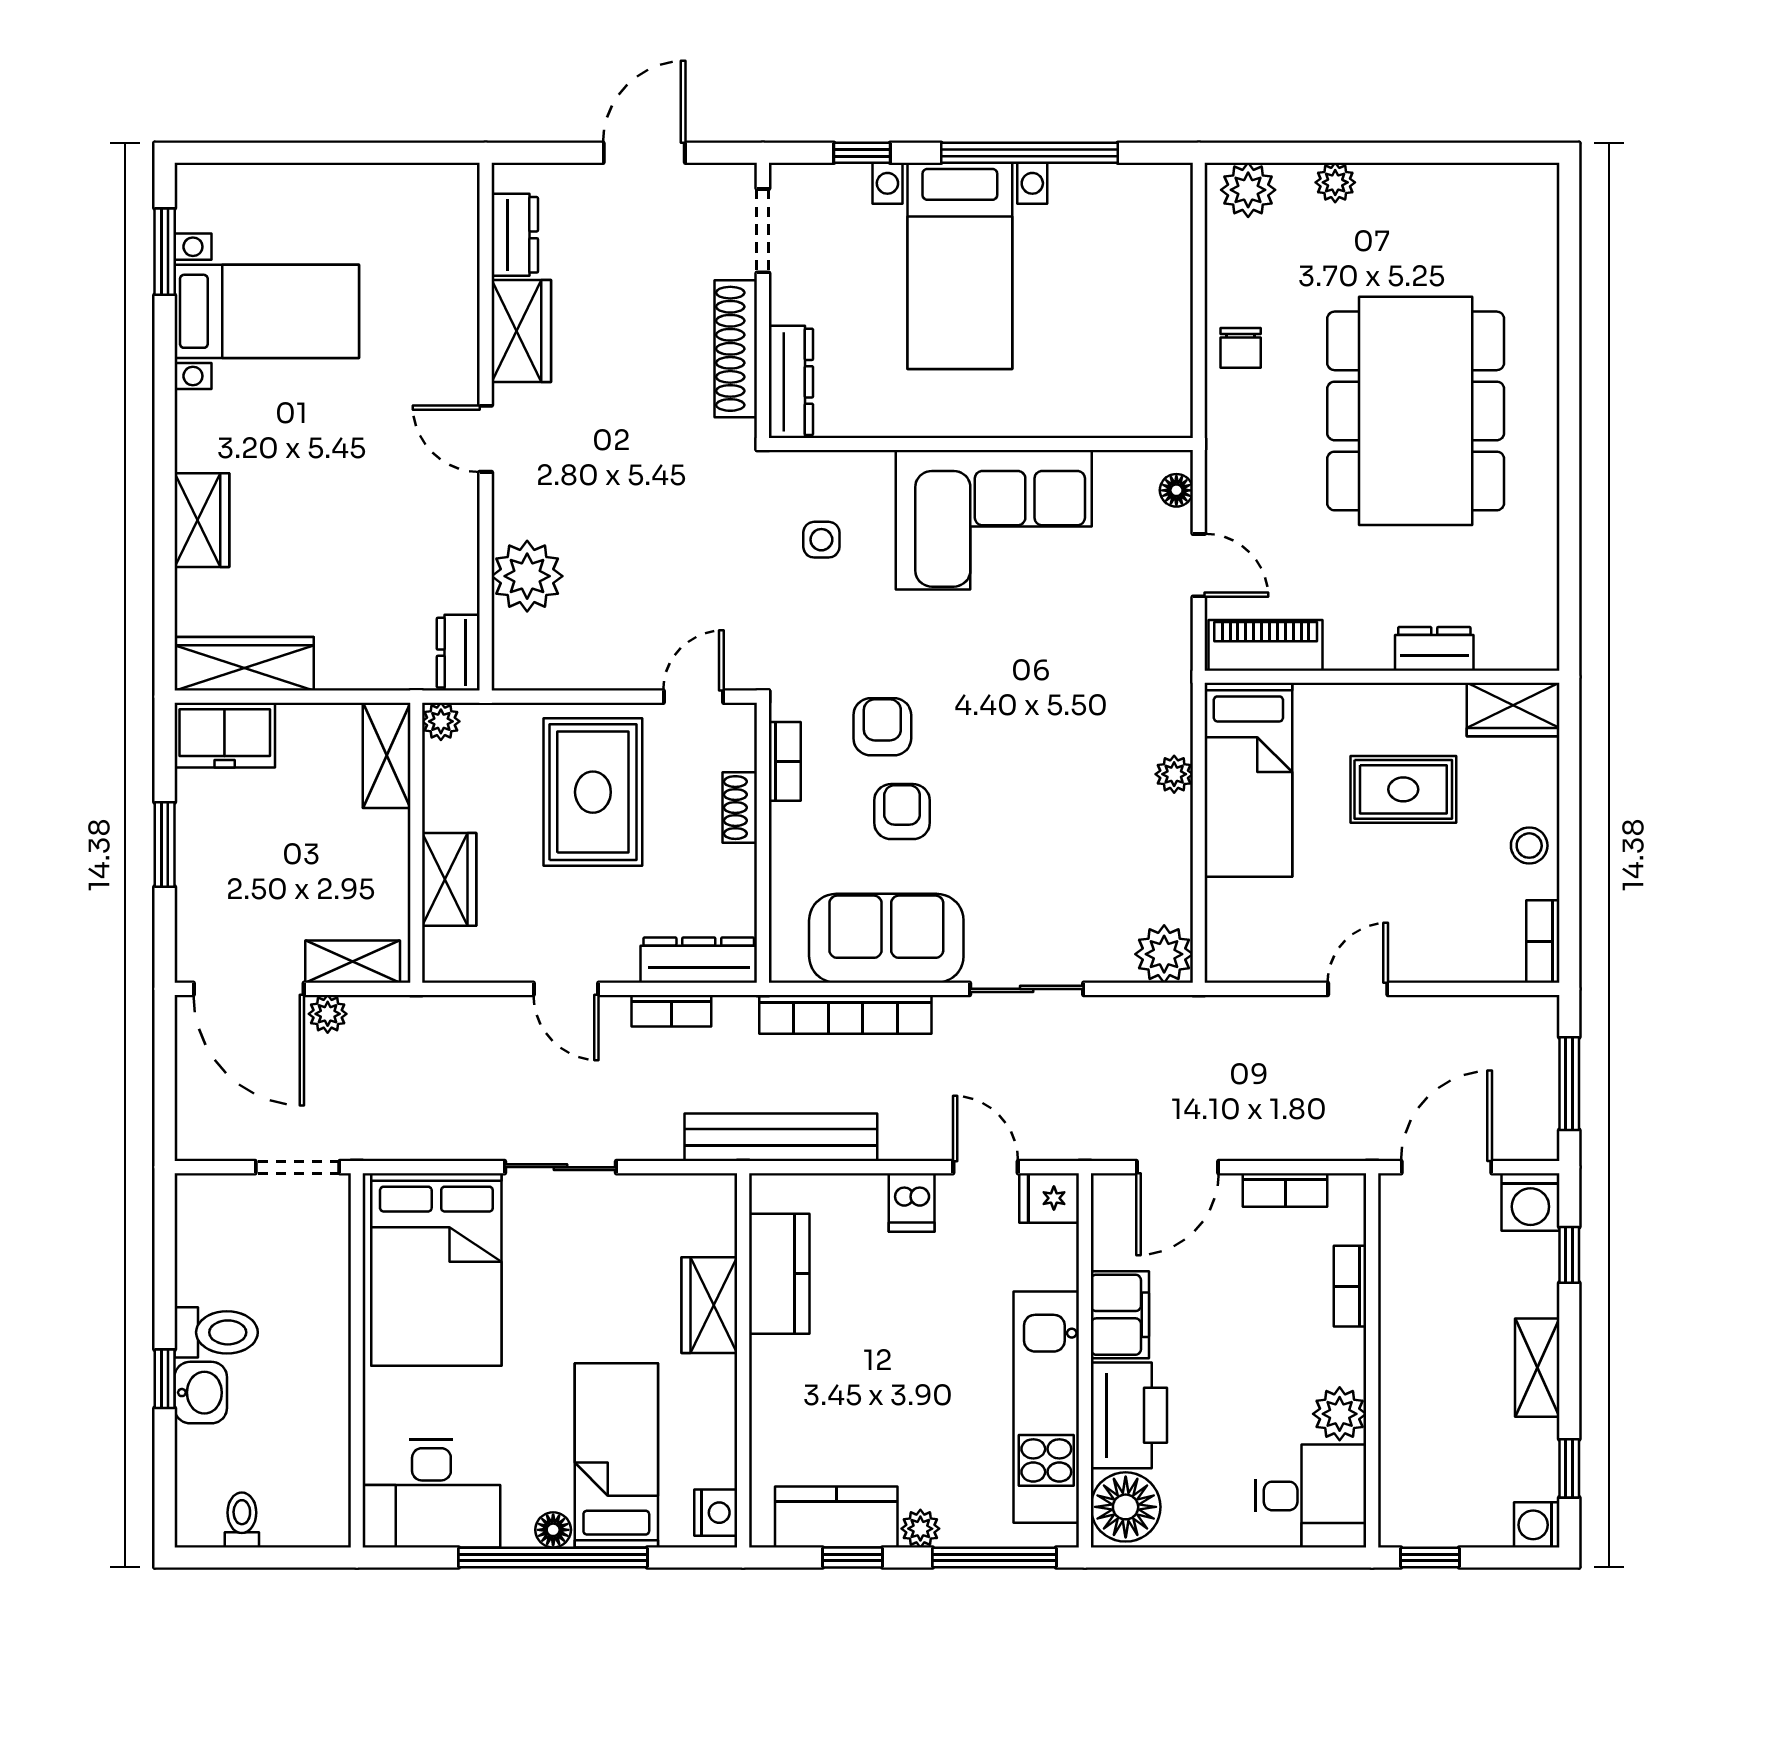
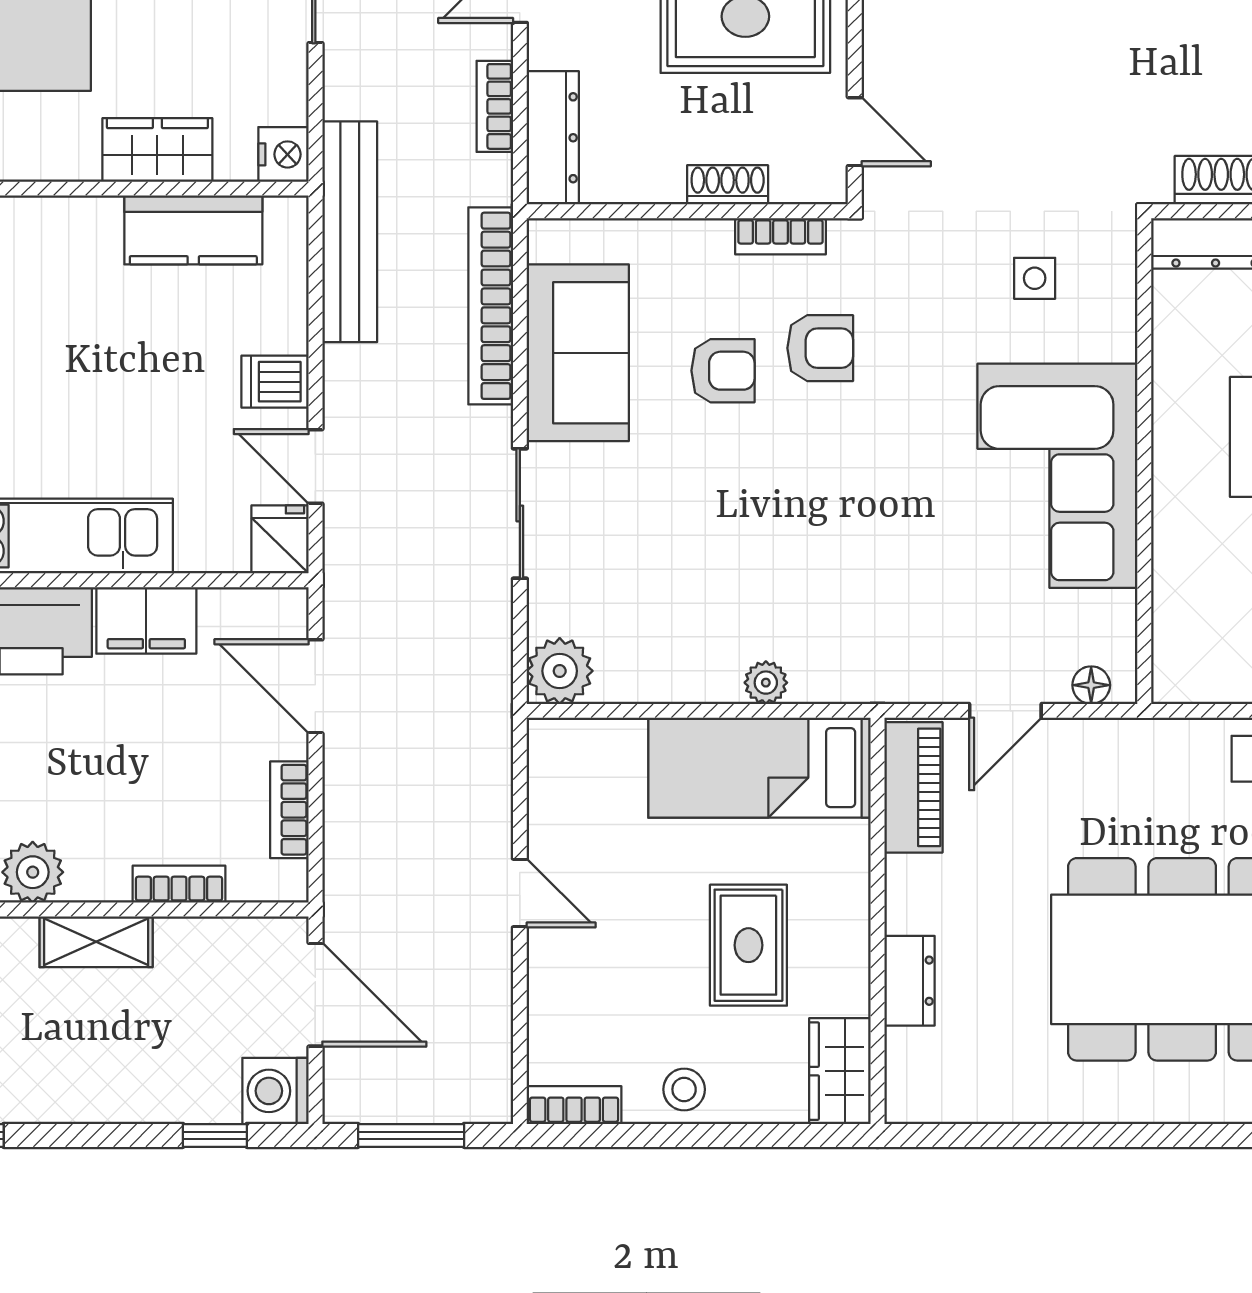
door: (986, 1167) -> (315, 466), swing flipped
nightstand: (713, 1195) -> (284, 154), added
shelving: (1537, 1368) -> (96, 942), moved

